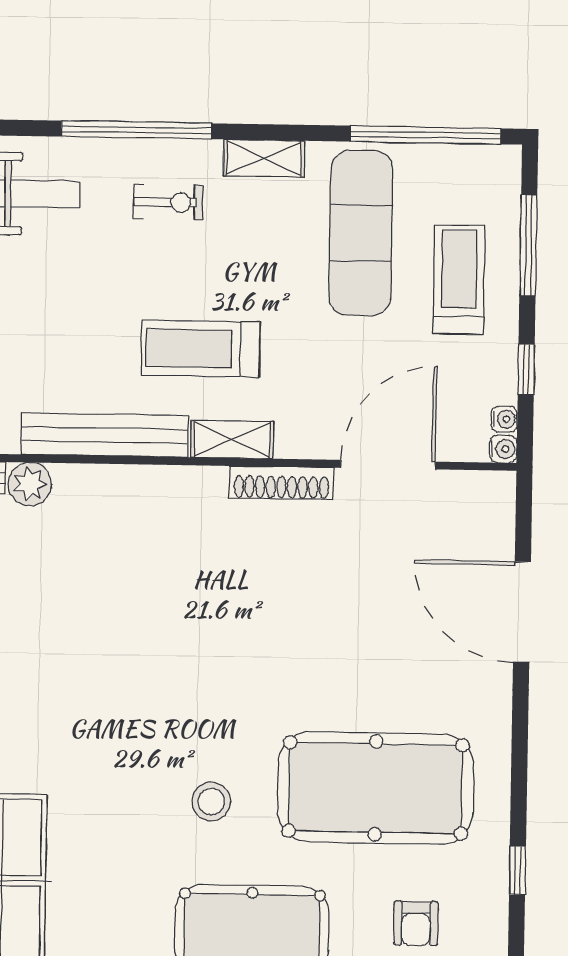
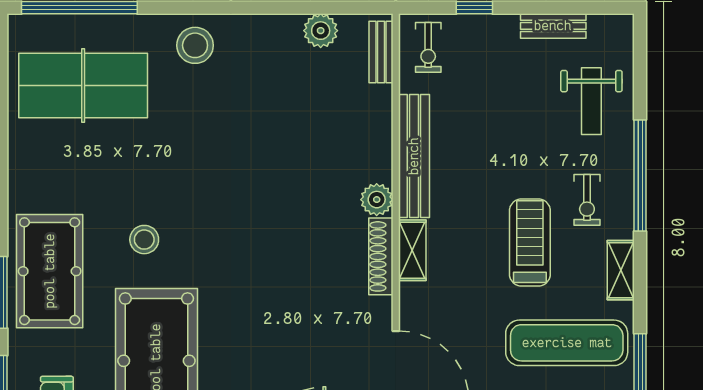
treadmill: (200, 349) -> (530, 242), moved
shoe rack: (281, 483) -> (381, 256), moved
plant: (30, 484) -> (377, 200), moved

